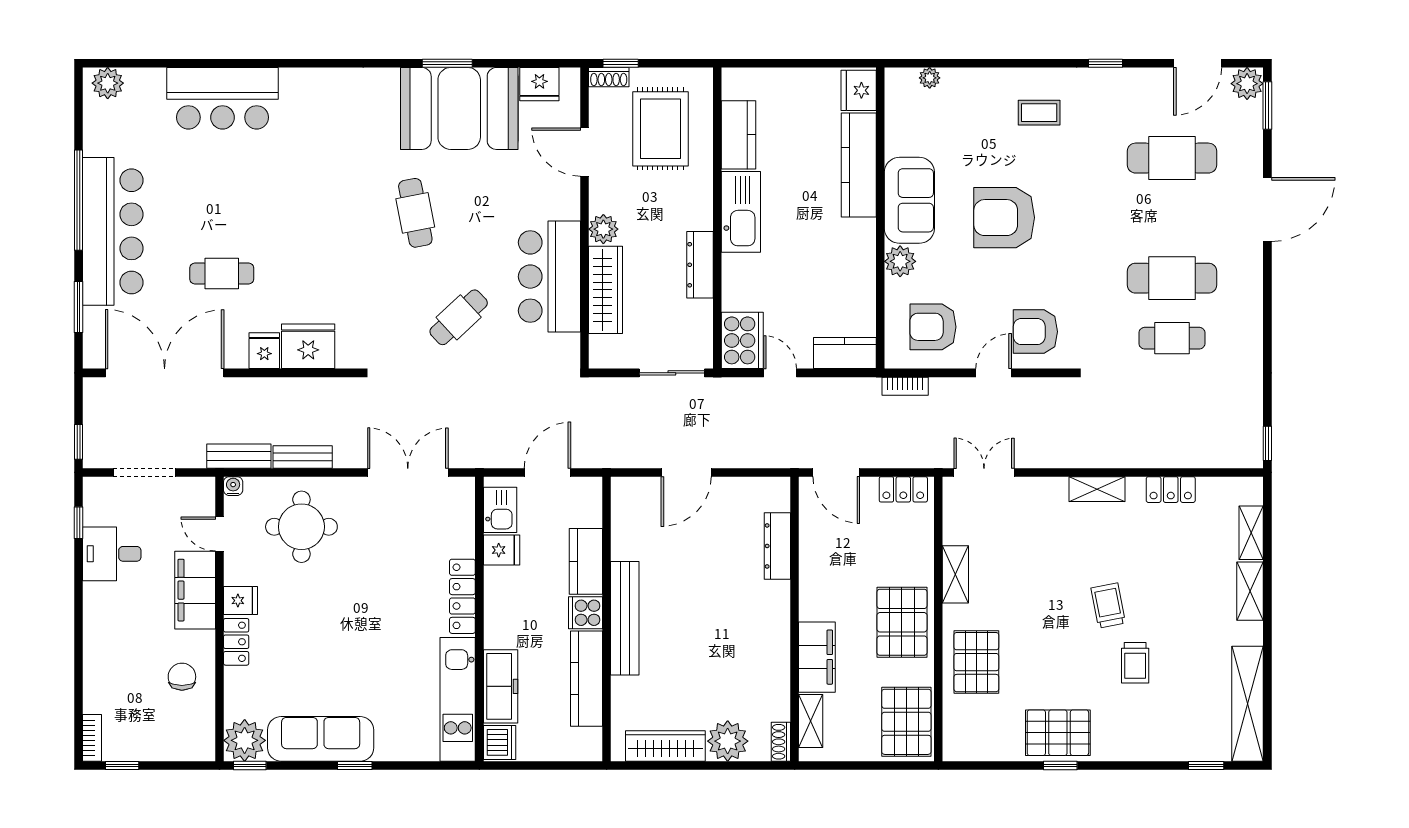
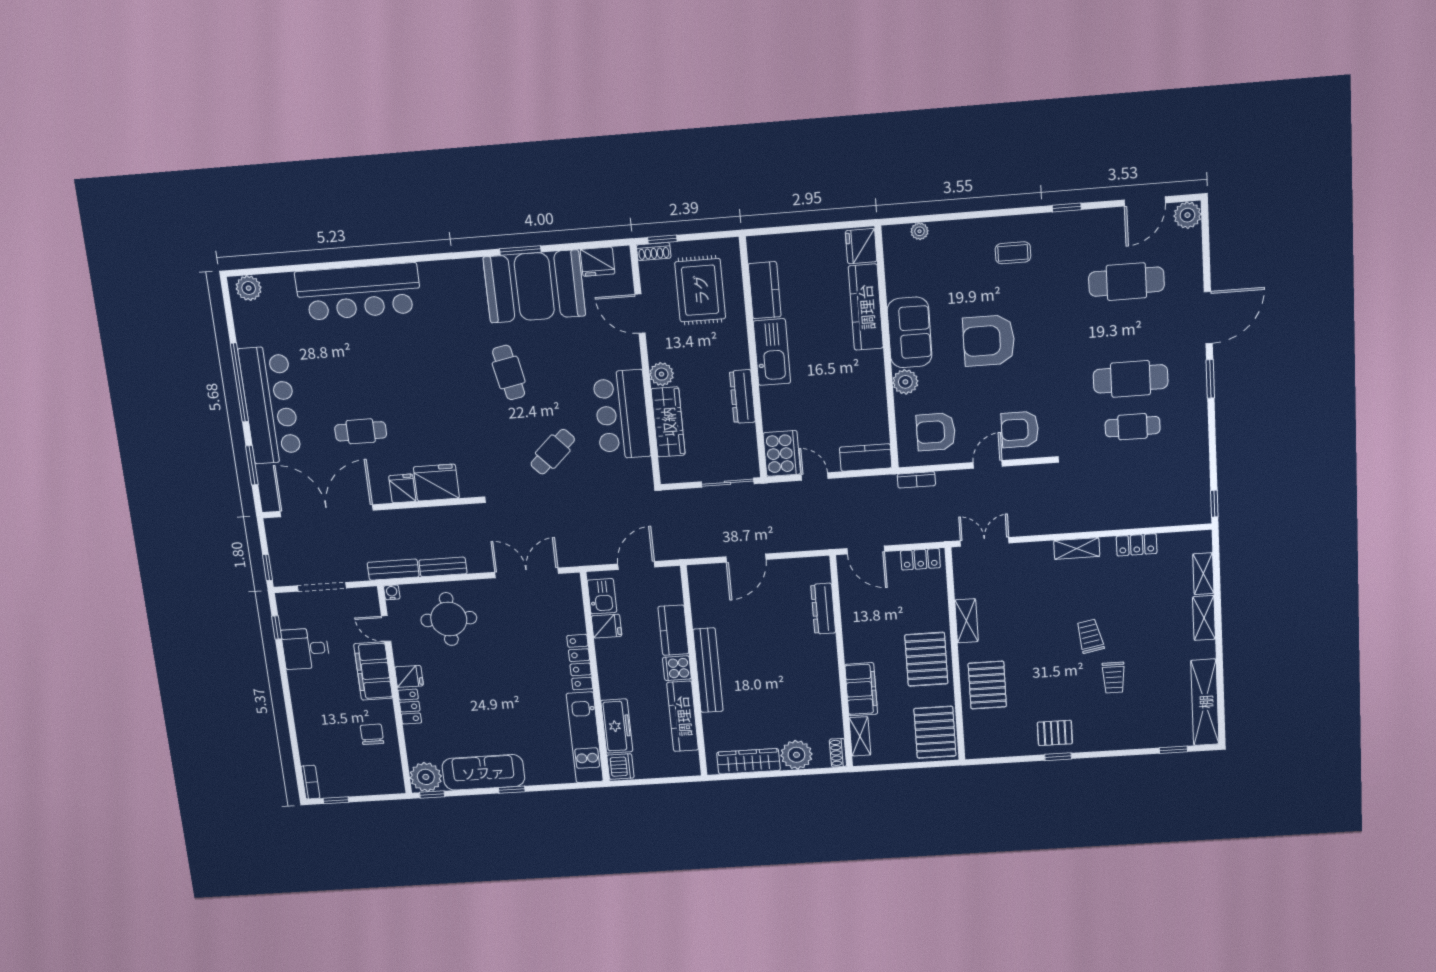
bar counter: (223, 98) -> (358, 292), width x1.36
window: (1267, 106) -> (1210, 379), moved
pallet: (1058, 733) -> (1055, 733), width x0.67, depth x0.71

